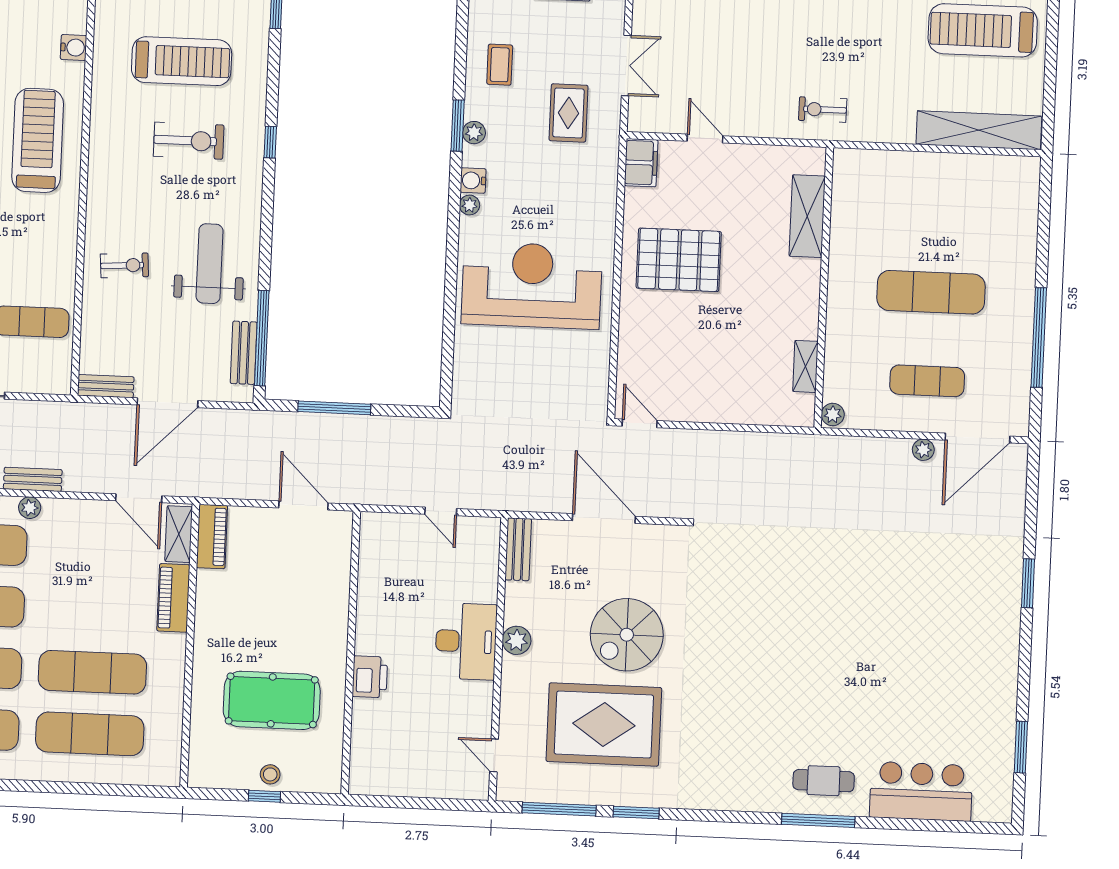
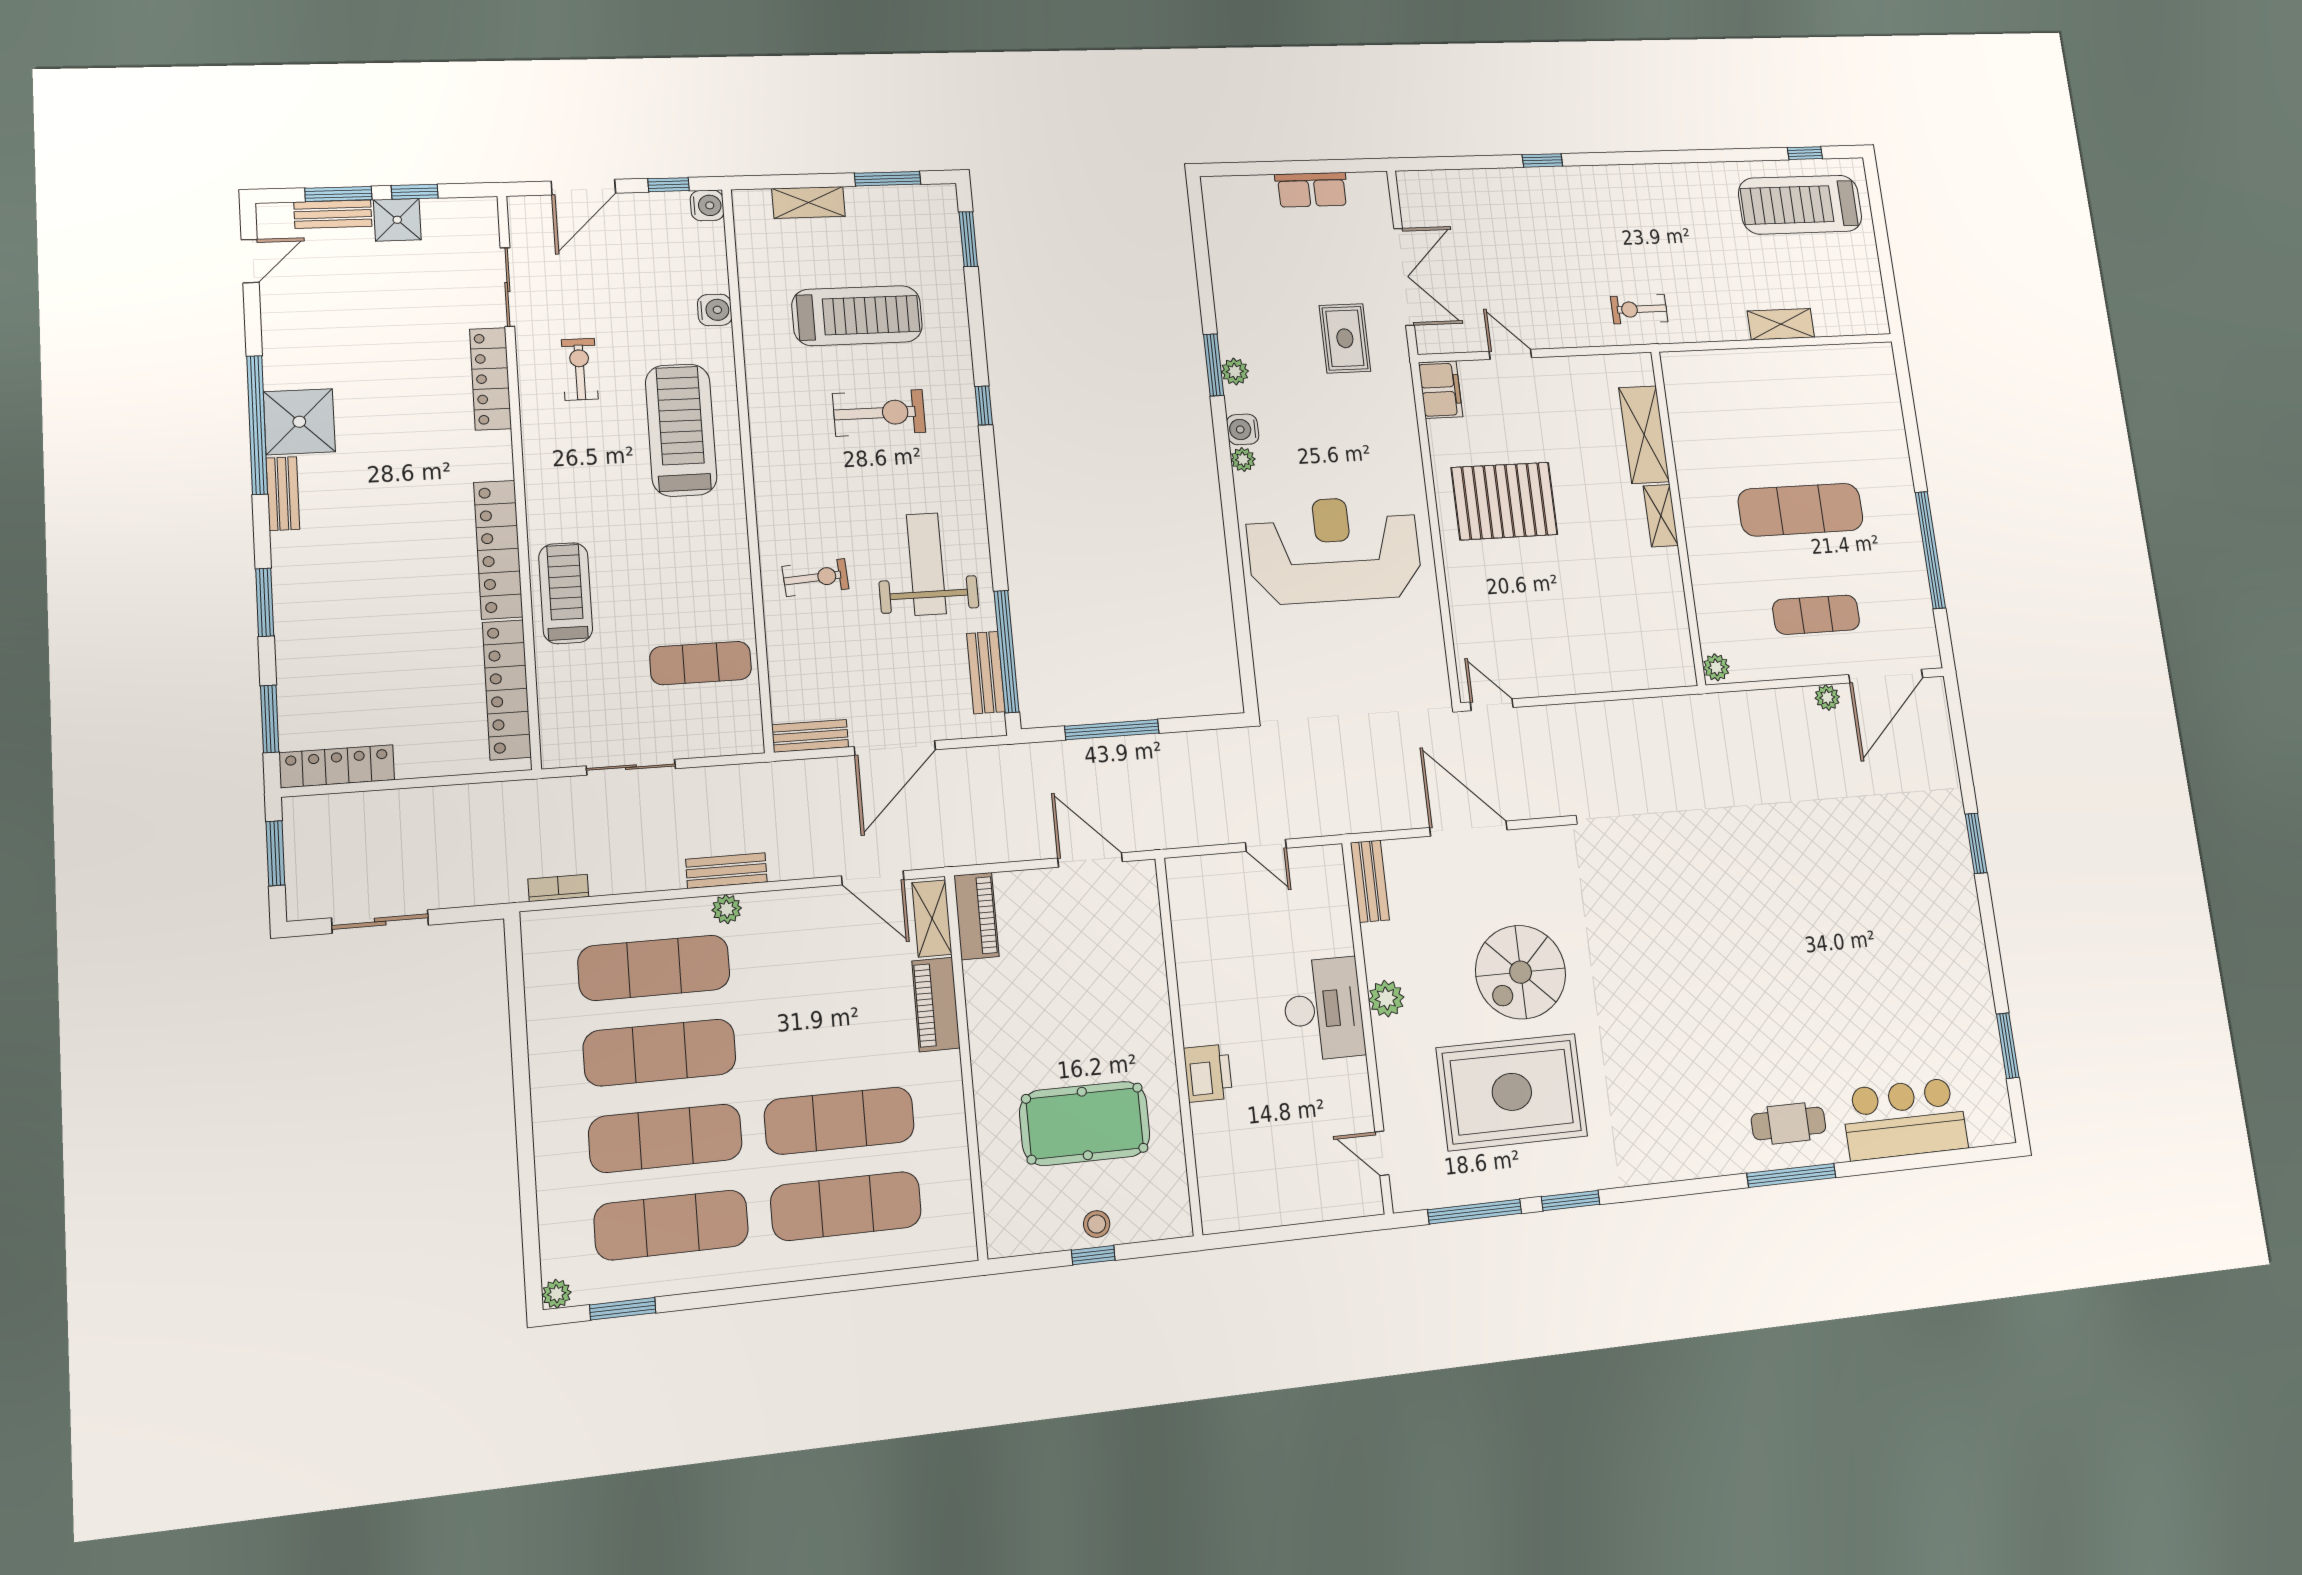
coffee table: (500, 65) -> (1253, 288), removed
double door: (626, 65) -> (1404, 277), width x1.37
shelving: (979, 130) -> (1781, 324), width x0.45, depth x0.75
shelving: (805, 366) -> (1661, 516), moved

